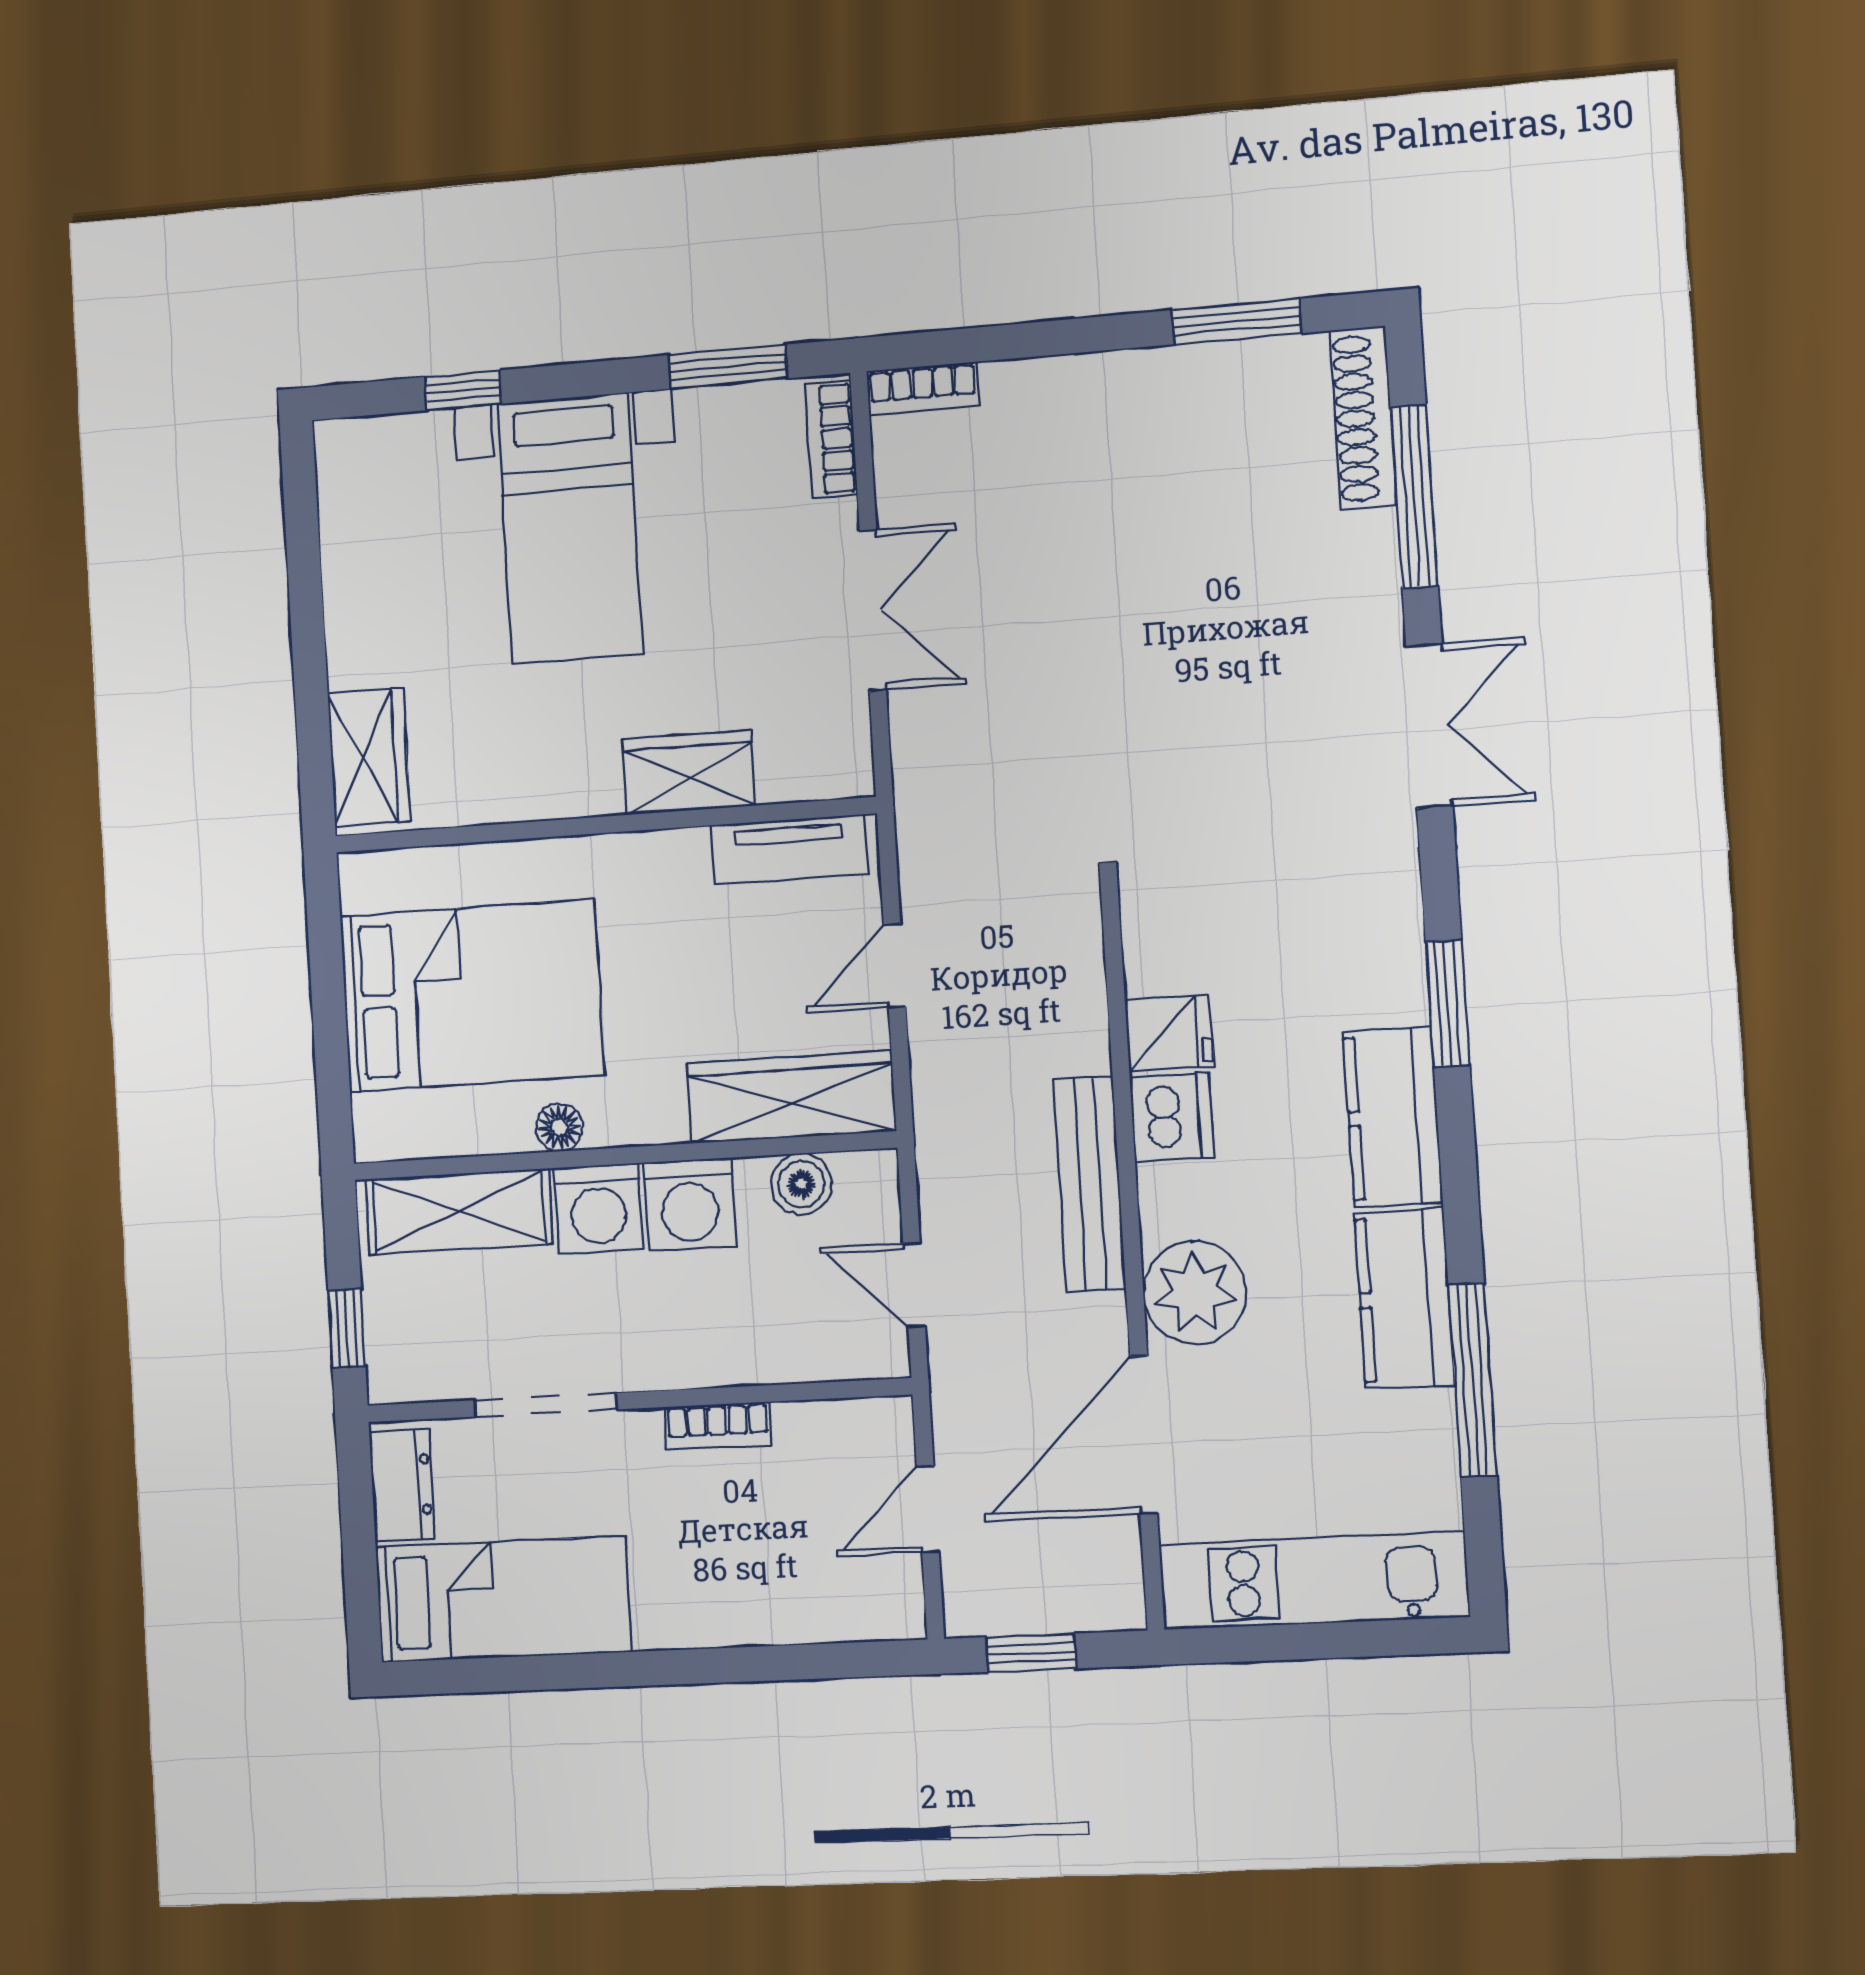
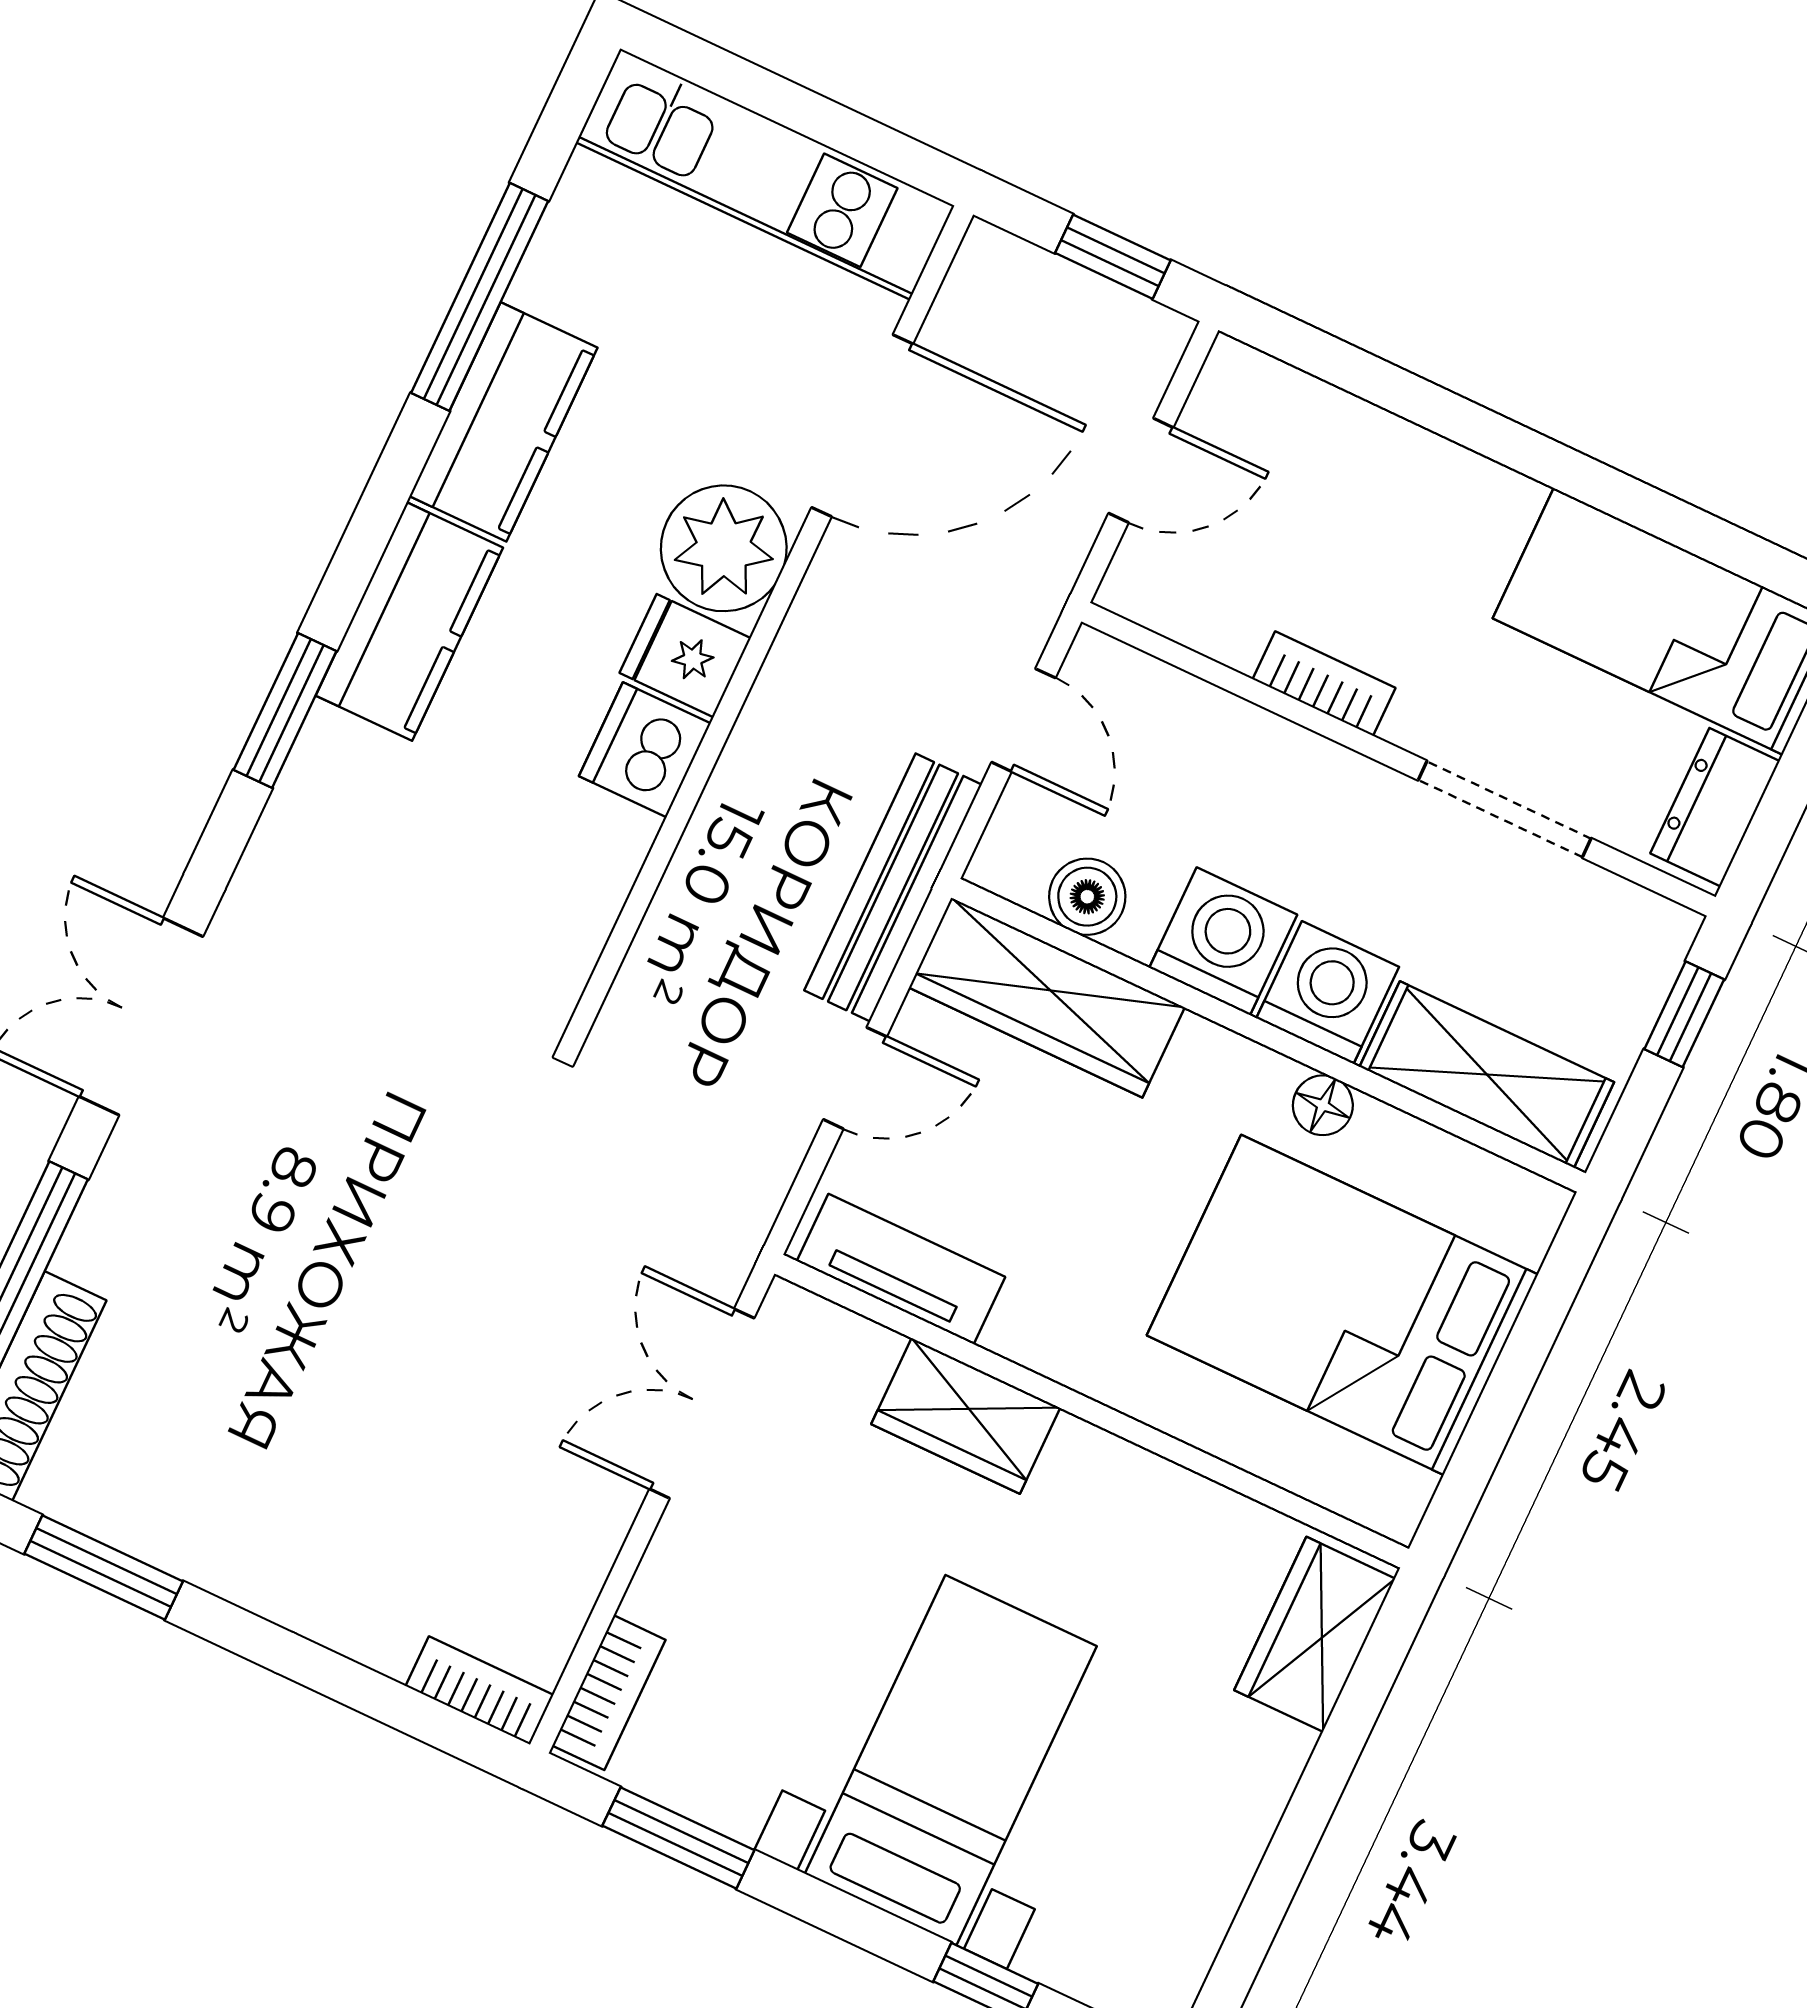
double door: (873, 610) -> (702, 1404), moved
fridge: (1169, 1033) -> (685, 656), moved
bench: (1090, 1184) -> (893, 887), moved

